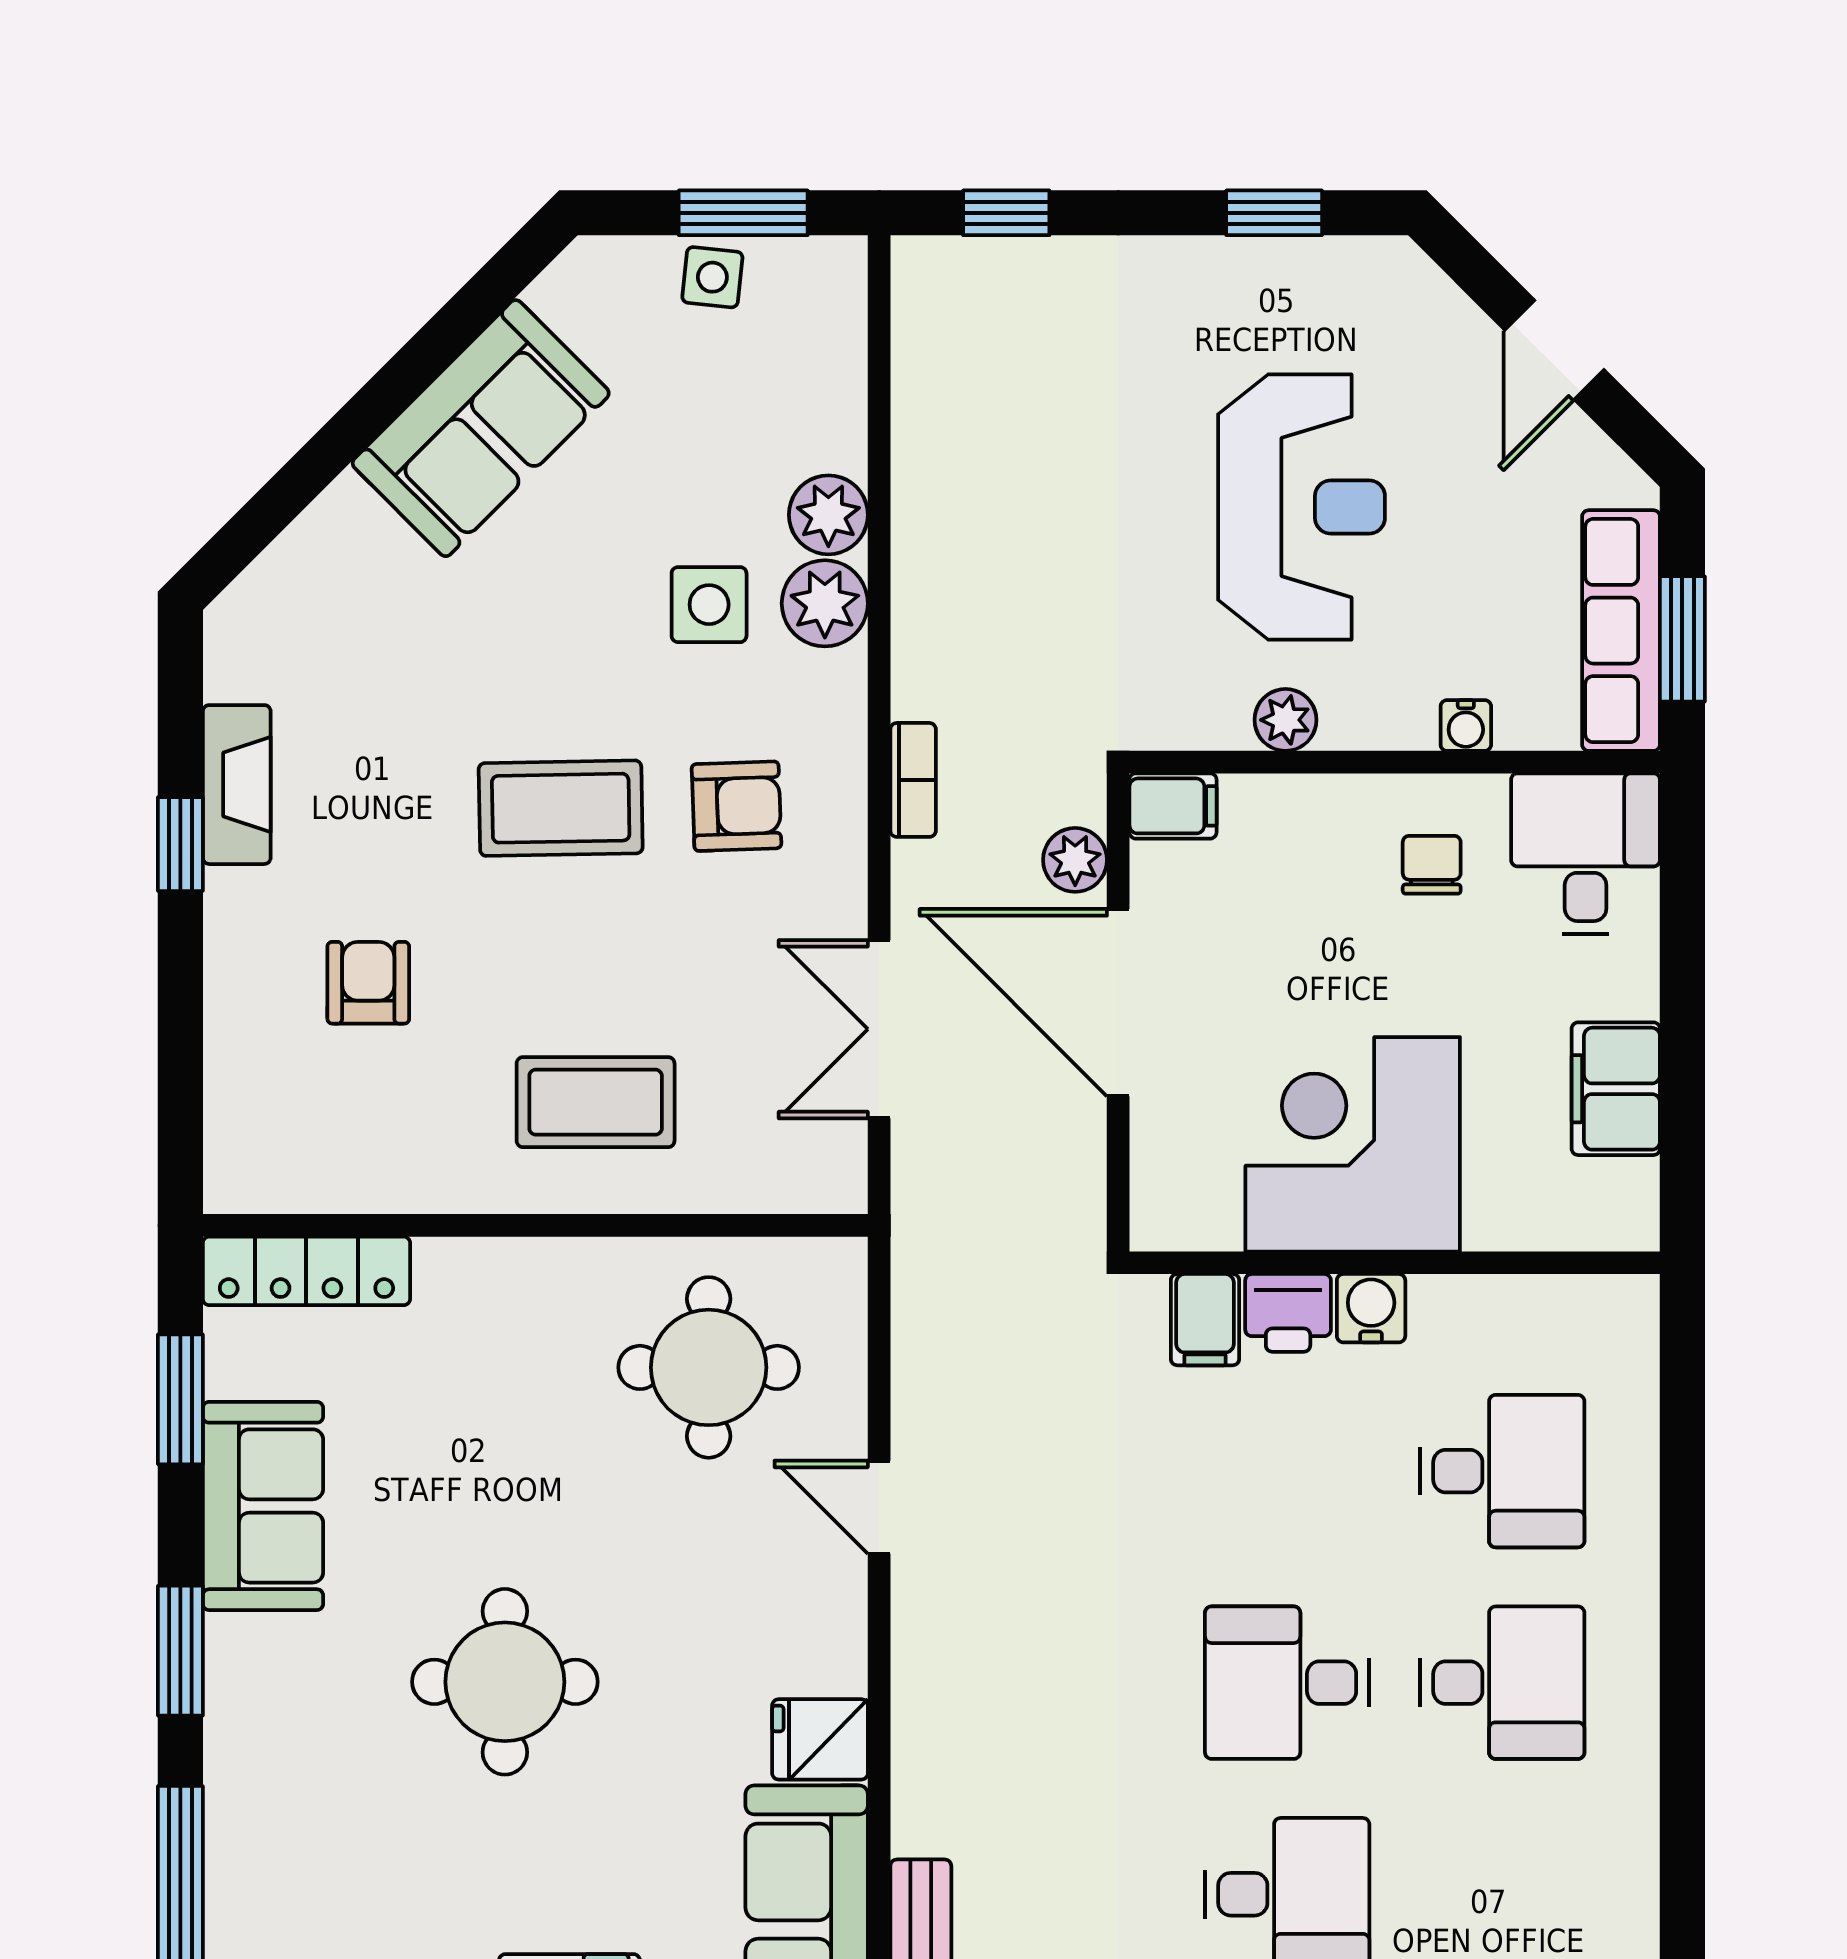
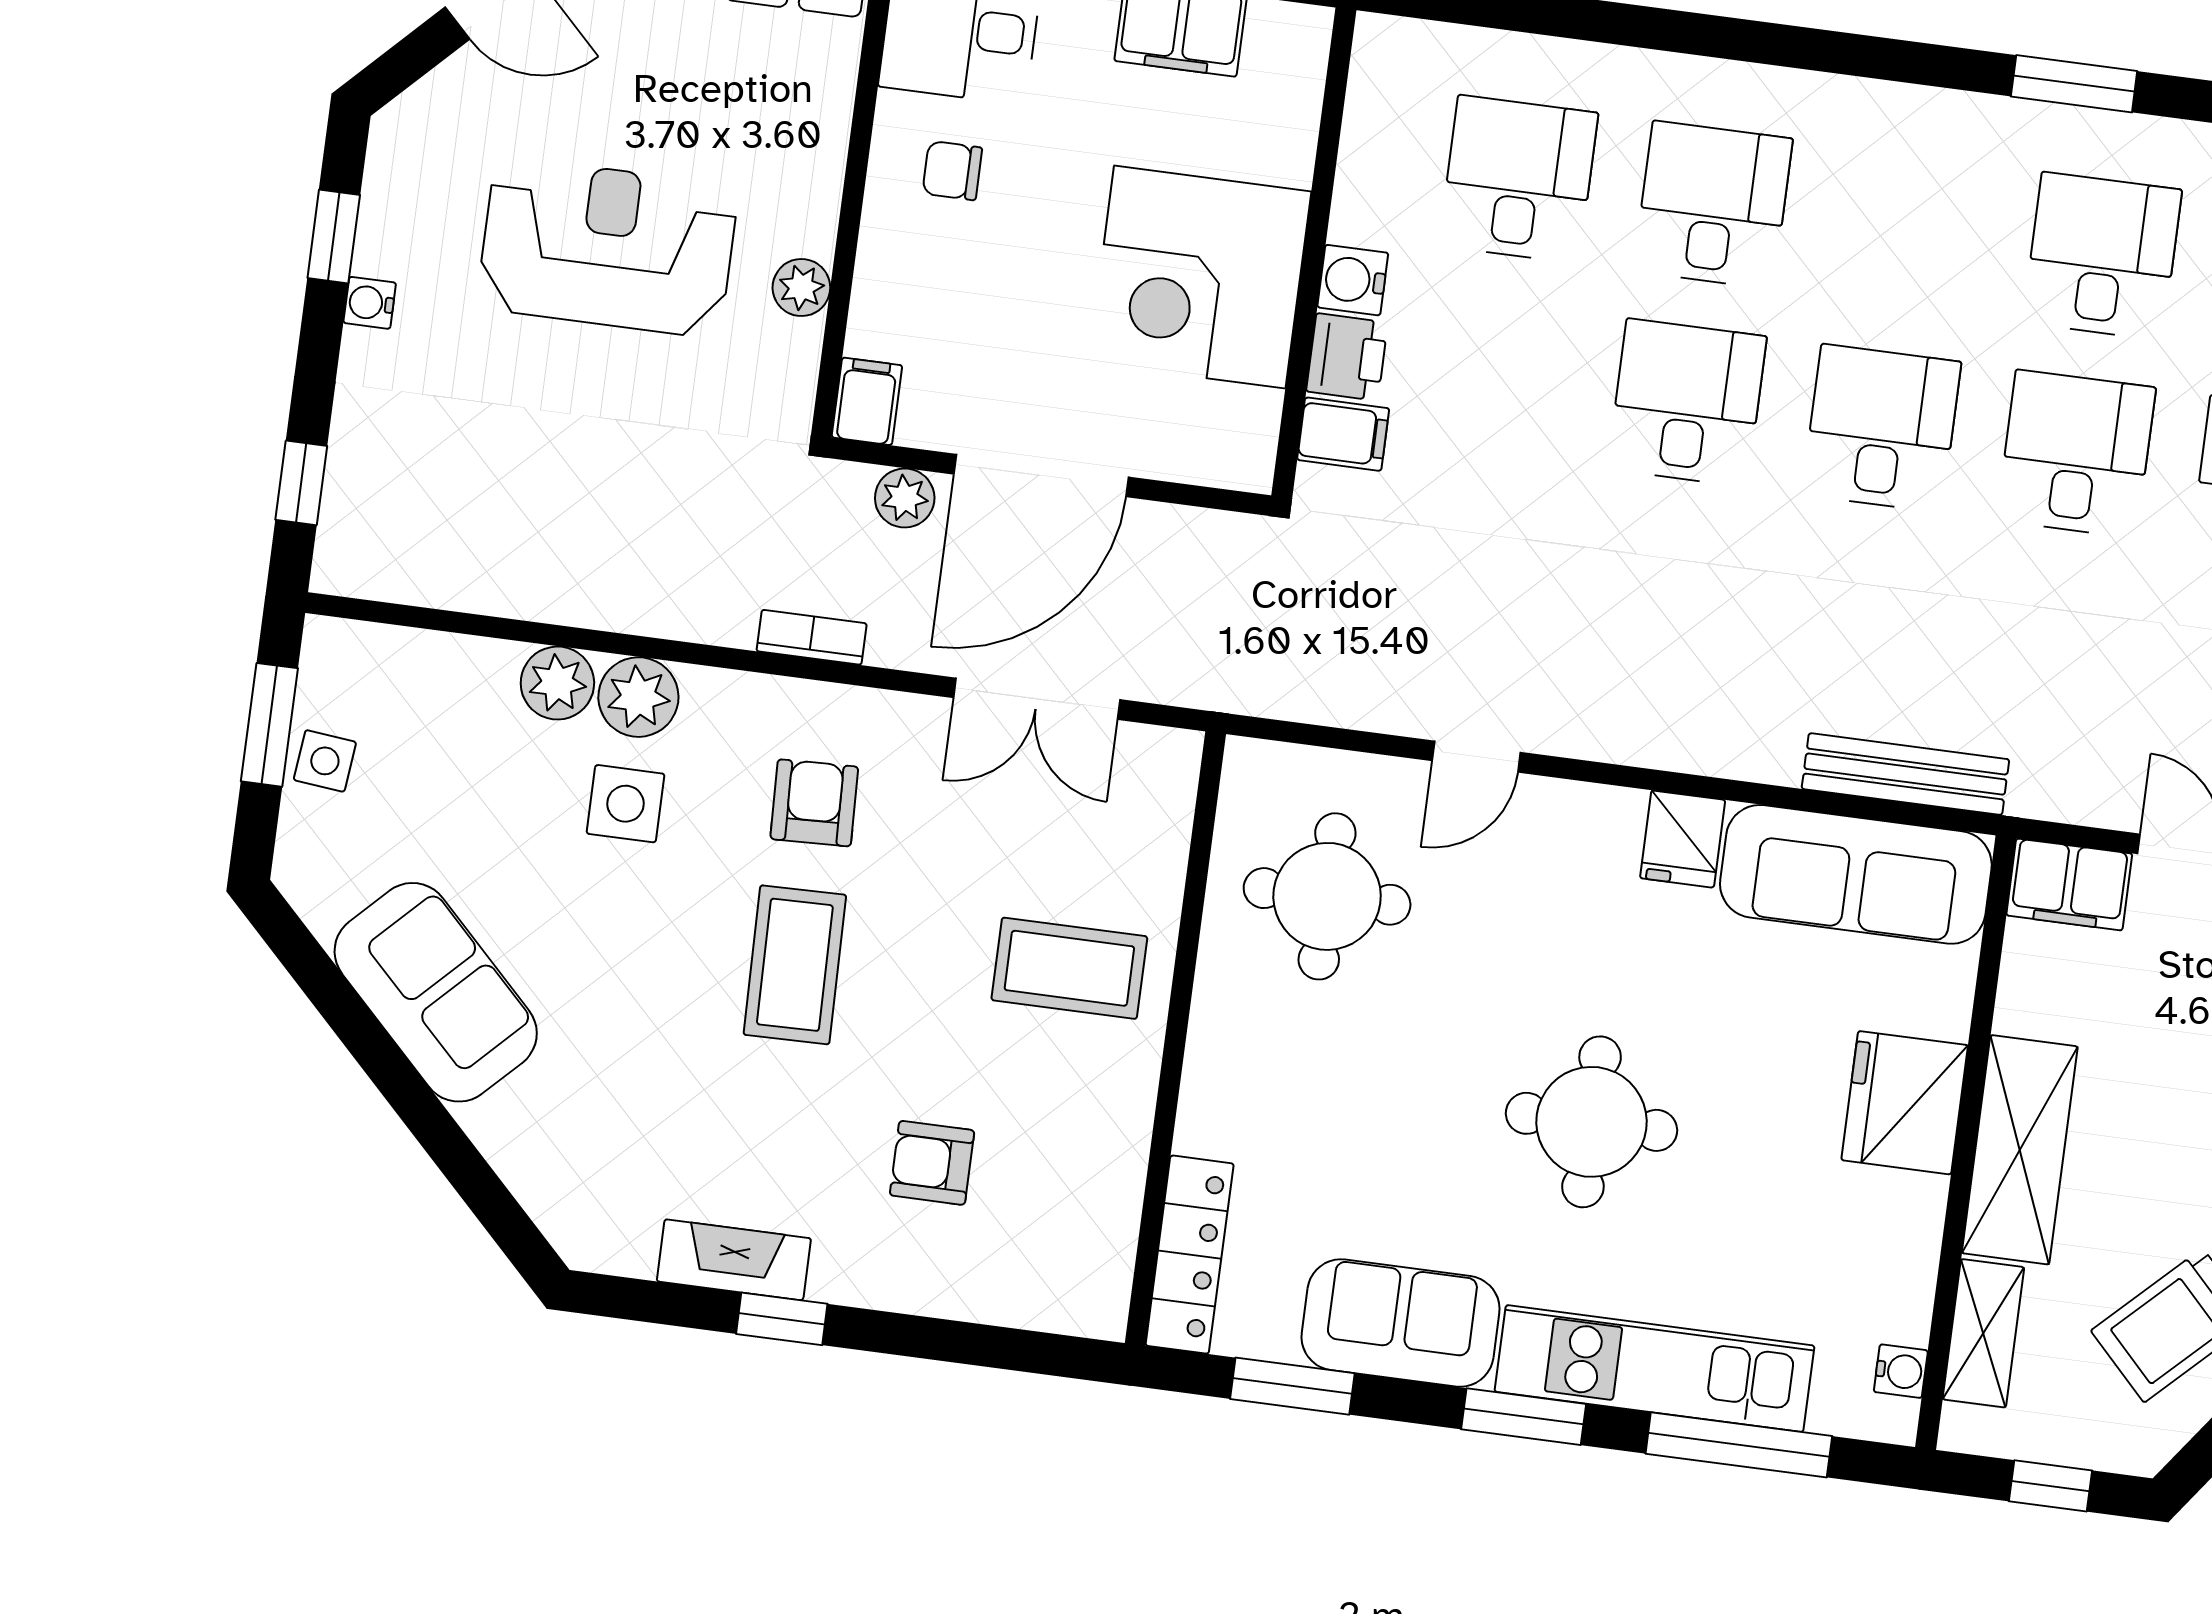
water cooler: (1466, 725) -> (370, 303), moved, turned 180
coffee table: (596, 1102) -> (1069, 968), turned 90
desk: (1287, 1683) -> (1687, 403), turned 180
kitchen unit: (250, 1784) -> (1654, 1369), added

